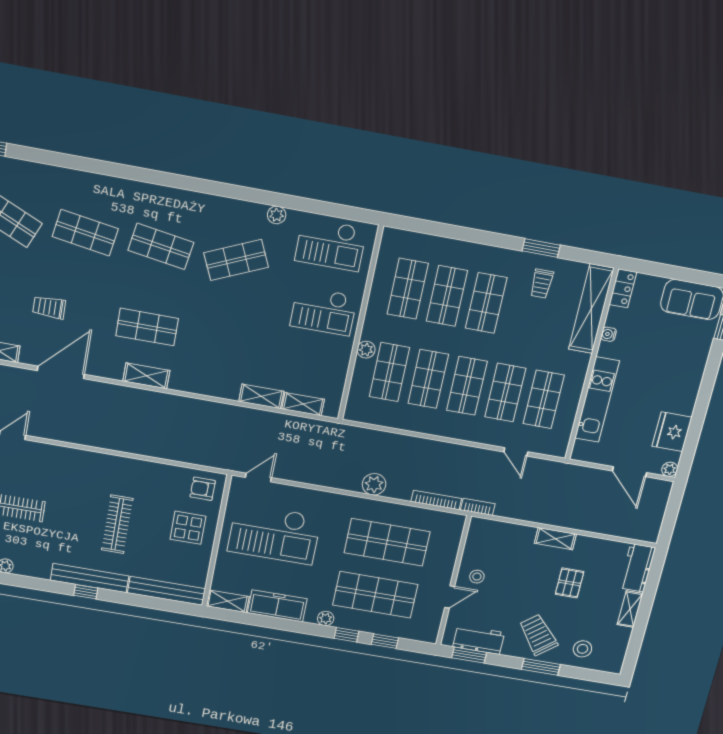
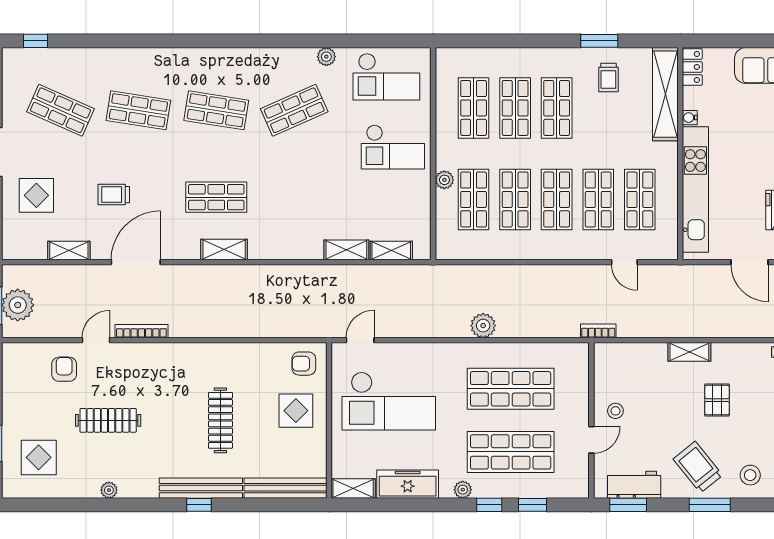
kitchen unit: (597, 400) -> (695, 189), width x1.36
bookcase: (436, 500) -> (141, 331), moved

